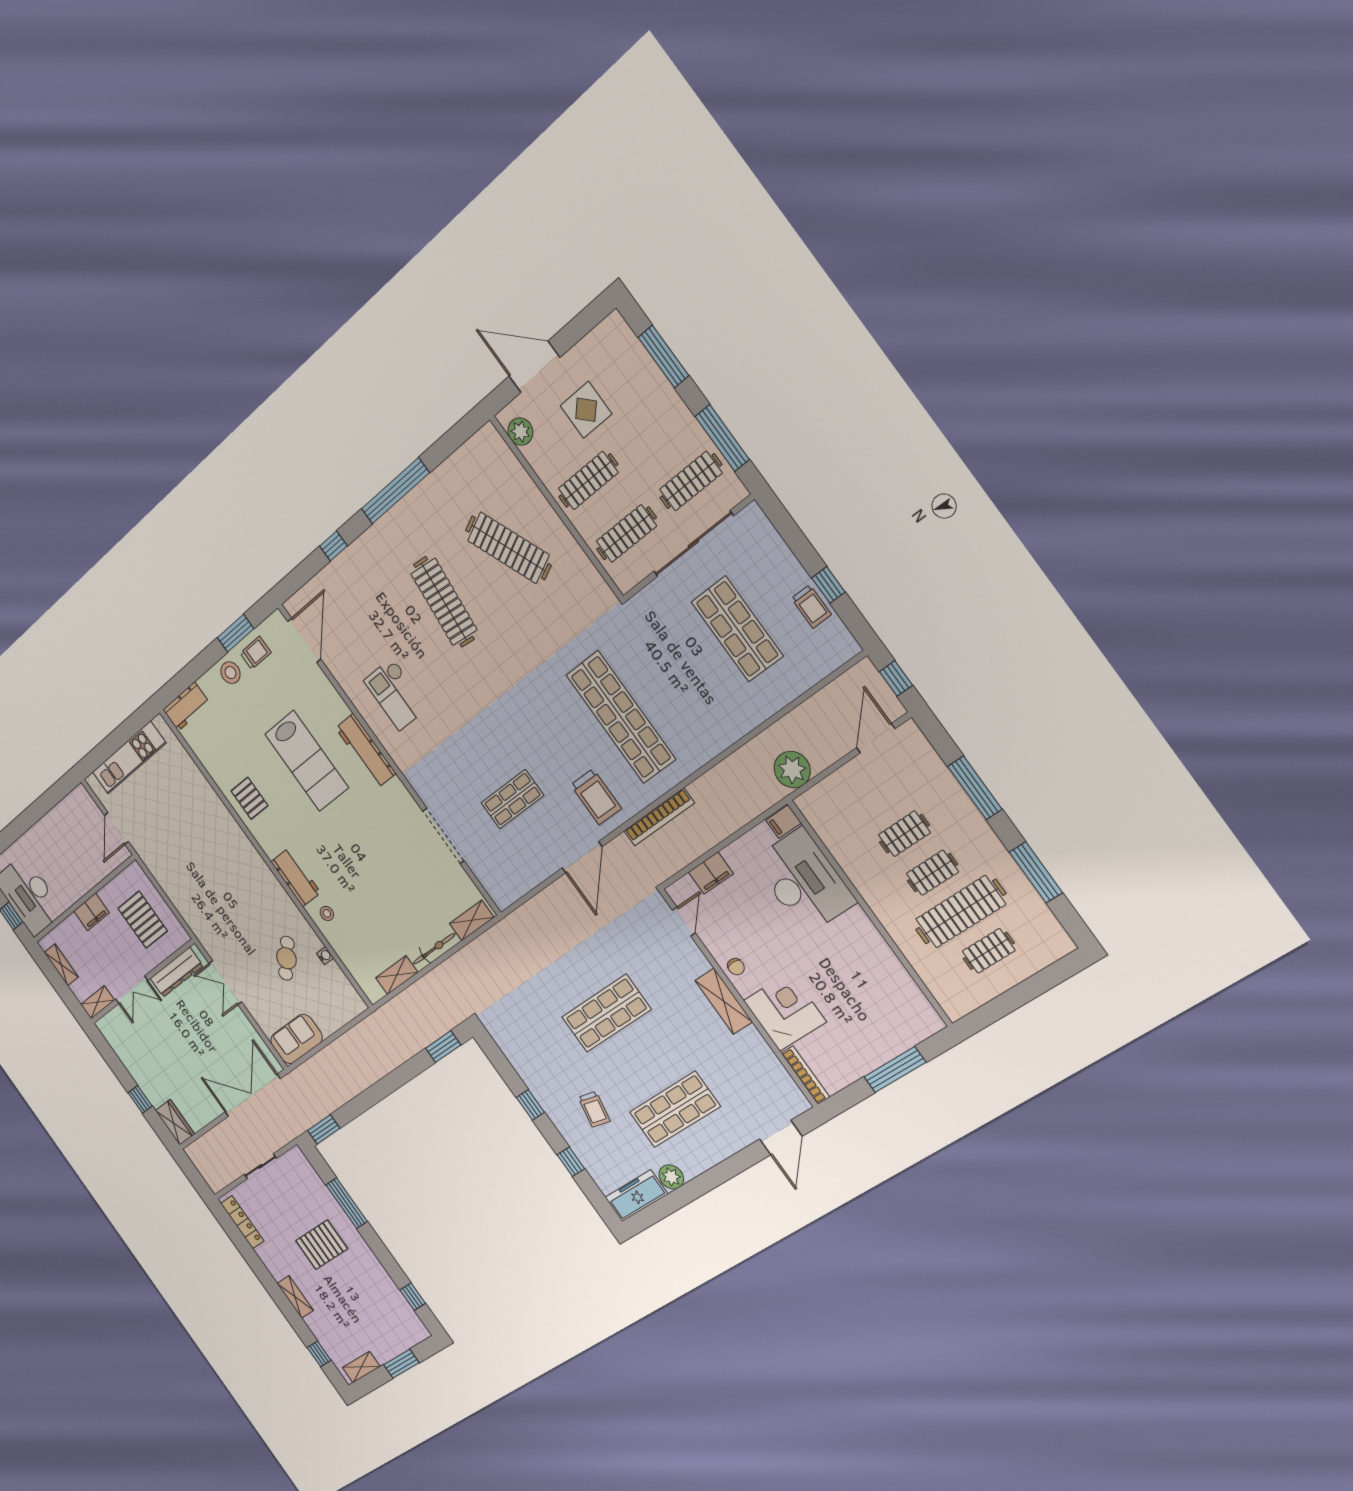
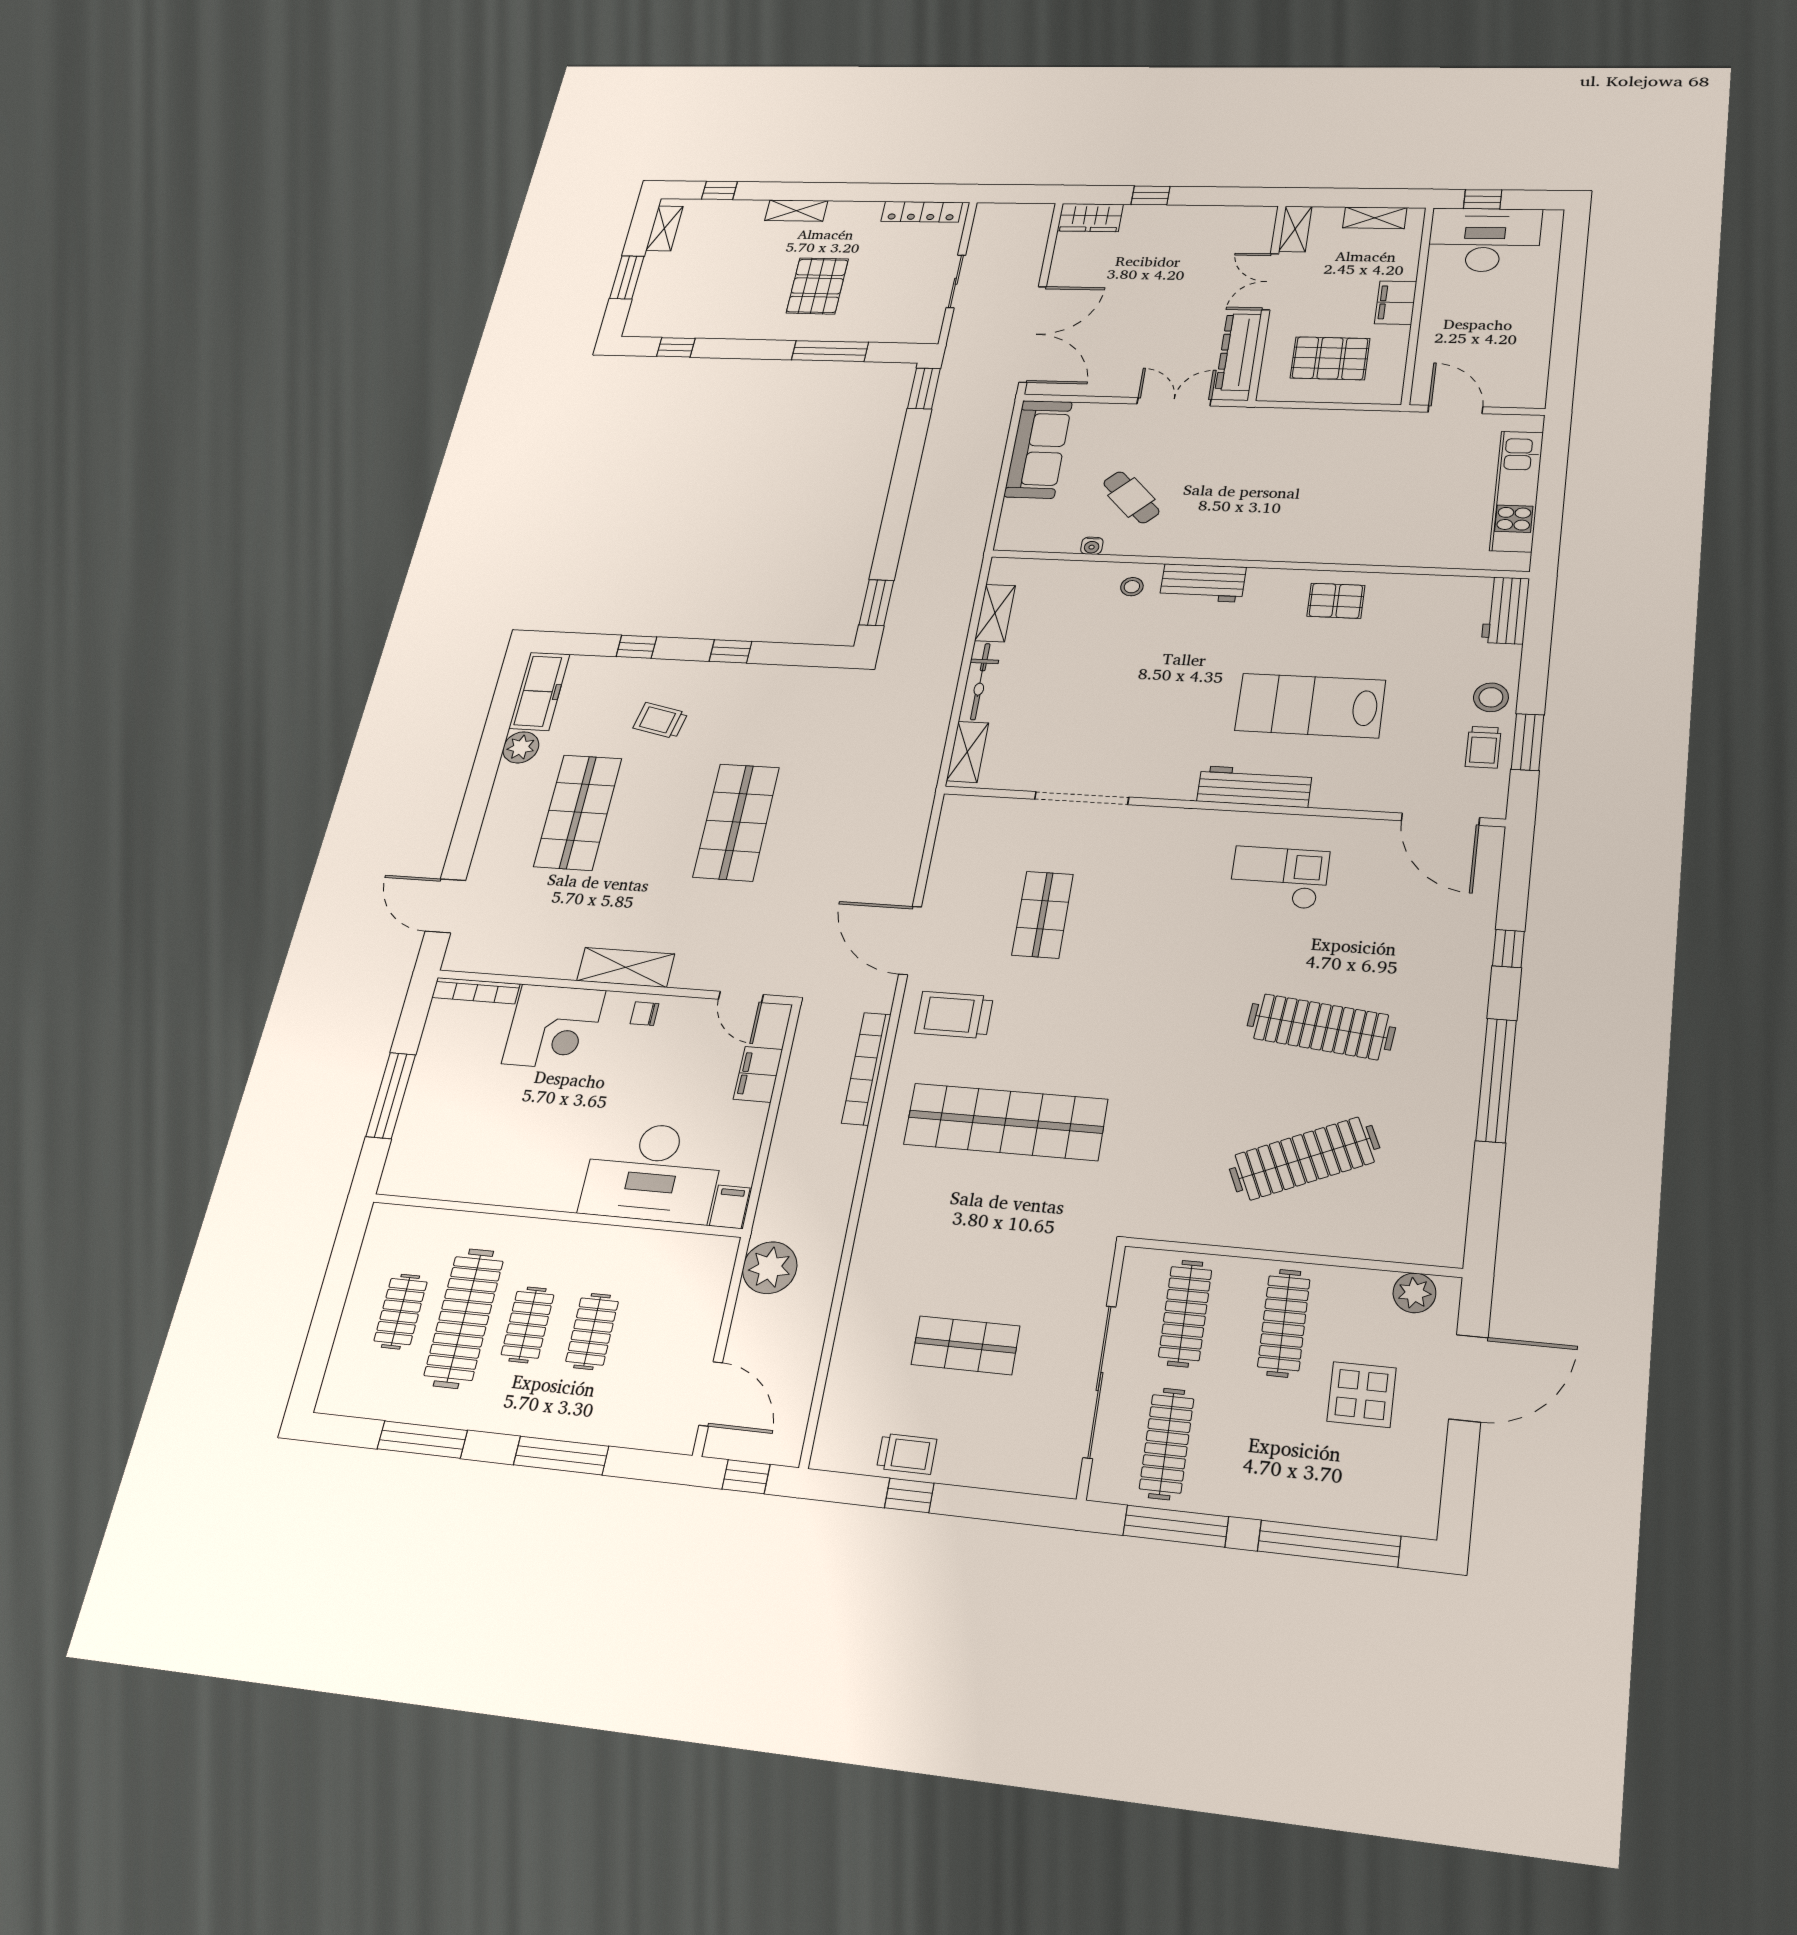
window: (663, 356) -> (1329, 1544), width x1.46
trolley: (811, 606) -> (907, 1454), turned 180
shop shelf: (737, 629) -> (966, 1345), width x0.70, depth x0.74
sofa: (296, 1039) -> (1038, 449), width x1.36

